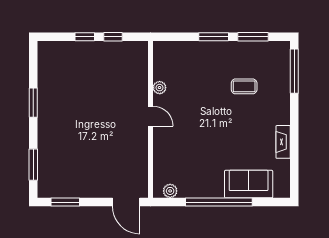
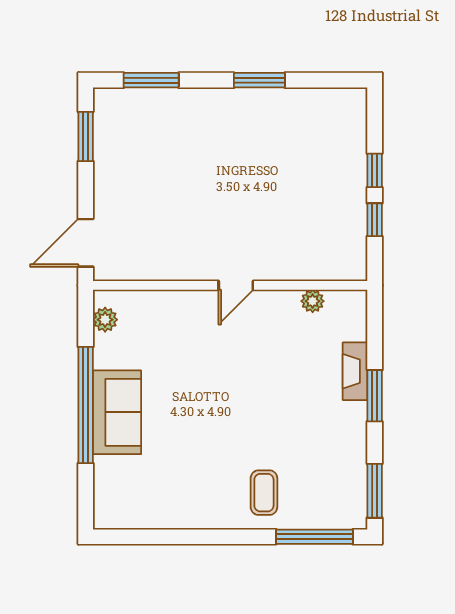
window: (253, 37) -> (375, 491), moved
coffee table: (244, 86) -> (264, 493), moved
plant: (160, 88) -> (313, 301), moved
fireplace: (283, 142) -> (355, 371), moved, turned -90
sofa: (249, 184) -> (117, 412), moved

